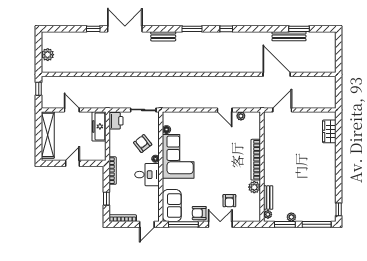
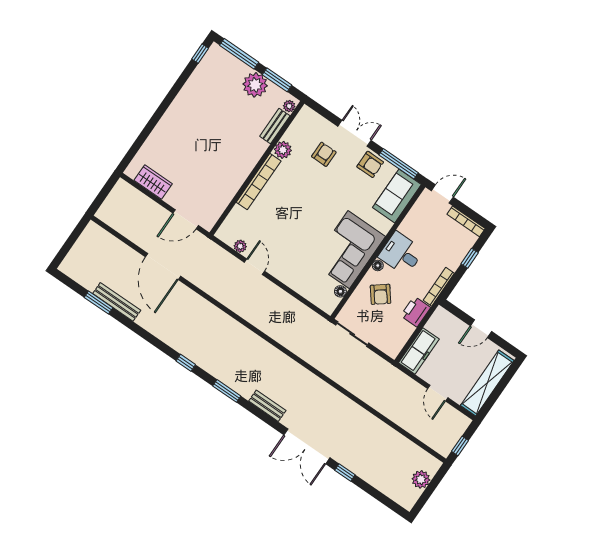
printer: (116, 121) -> (416, 312), moved
wardrobe: (329, 131) -> (153, 182), moved, turned -90
plant: (291, 217) -> (255, 85), width x1.87, depth x1.87
double door: (220, 224) -> (355, 133), swing flipped

